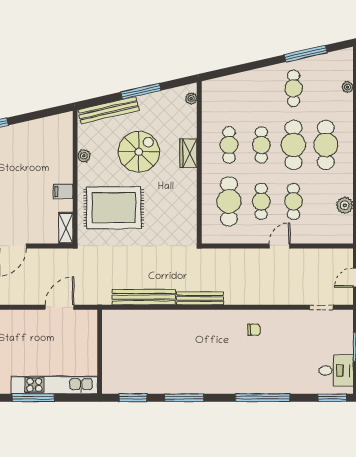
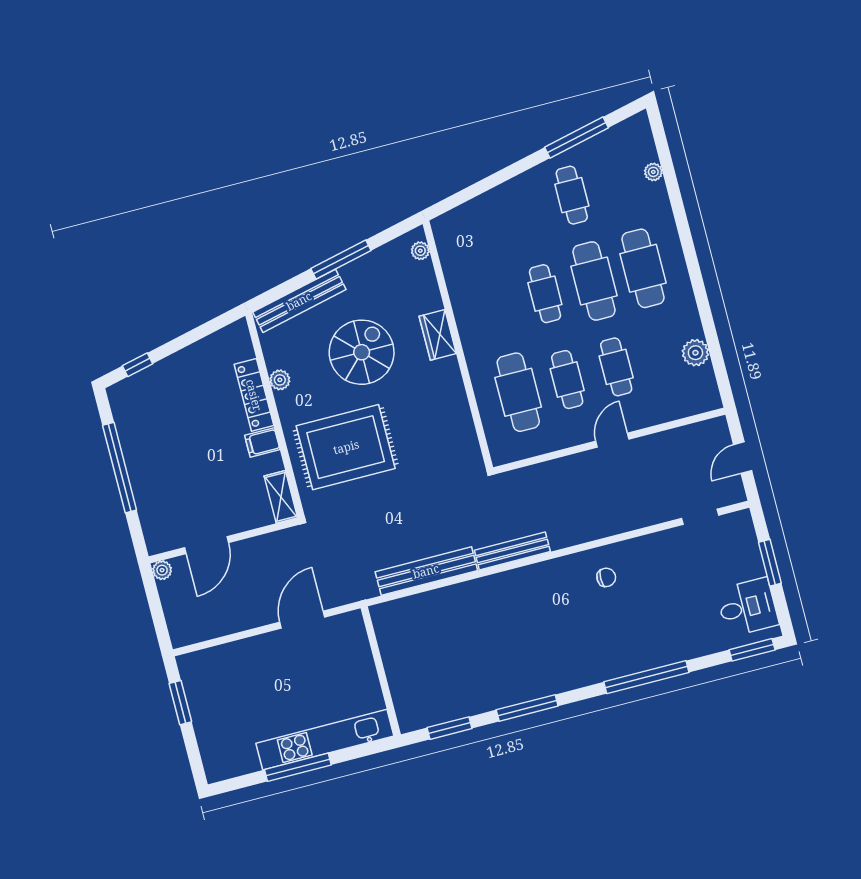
cafe table: (229, 145) -> (496, 306), removed
locker: (66, 161) -> (254, 395), added

